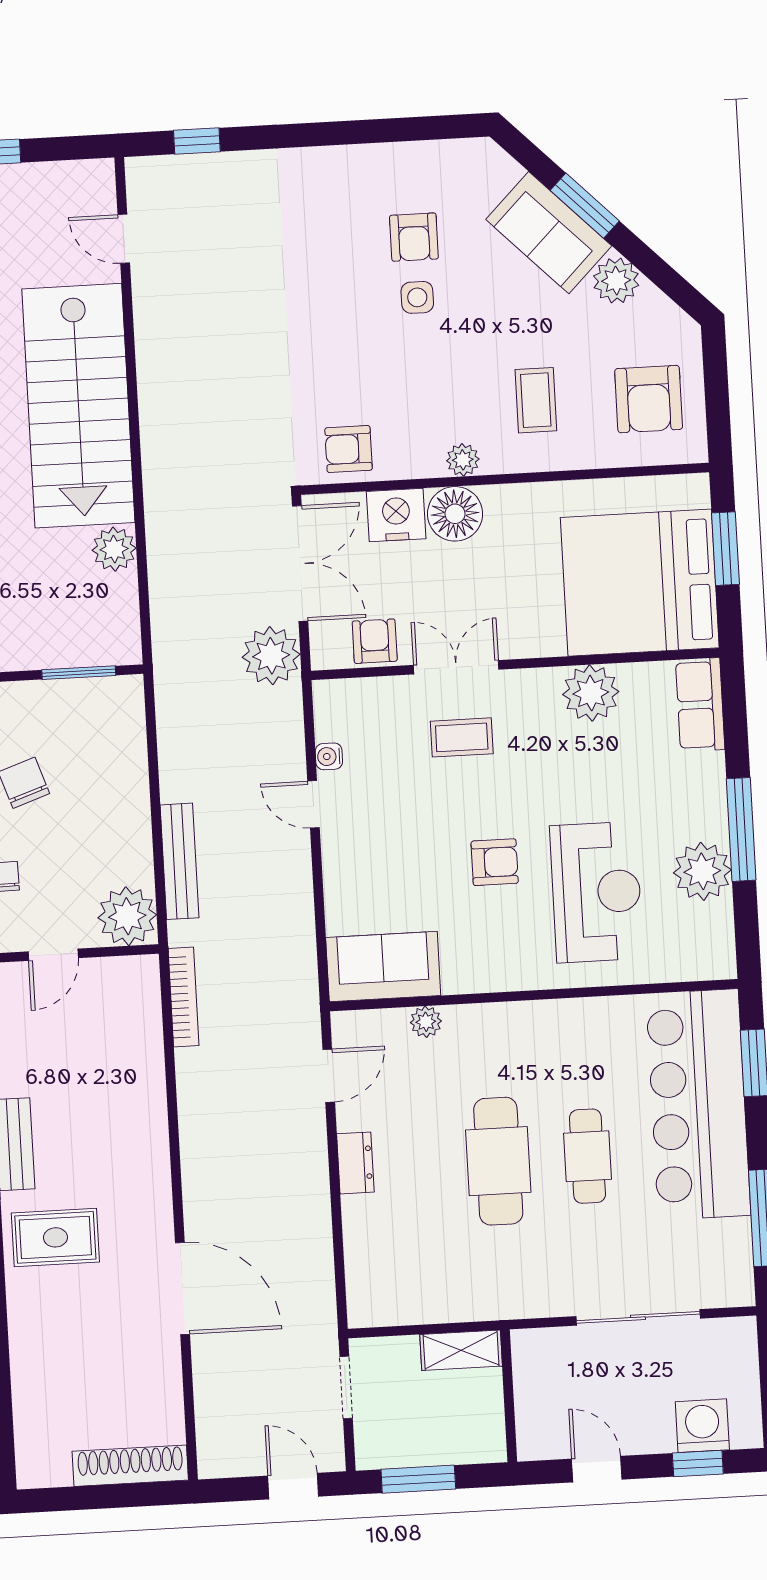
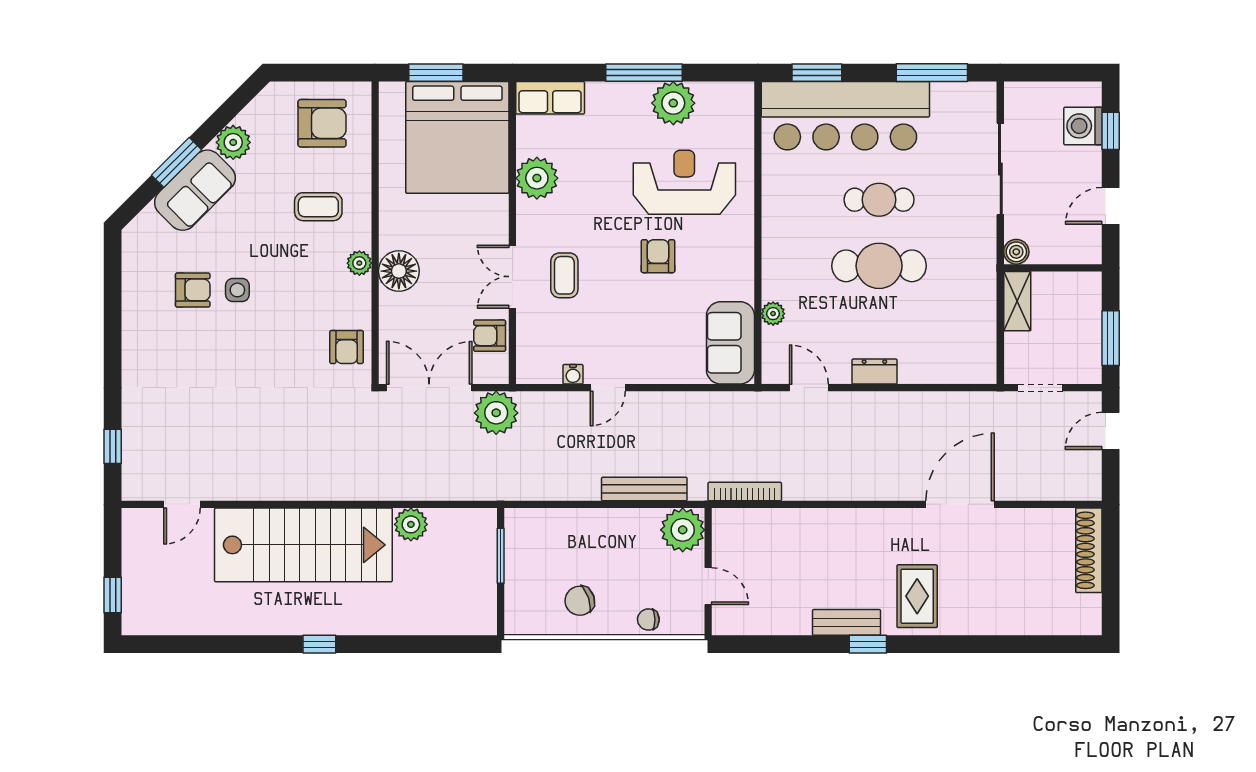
nightstand: (396, 515) -> (397, 315), removed
boiler: (528, 1345) -> (1016, 252), added

